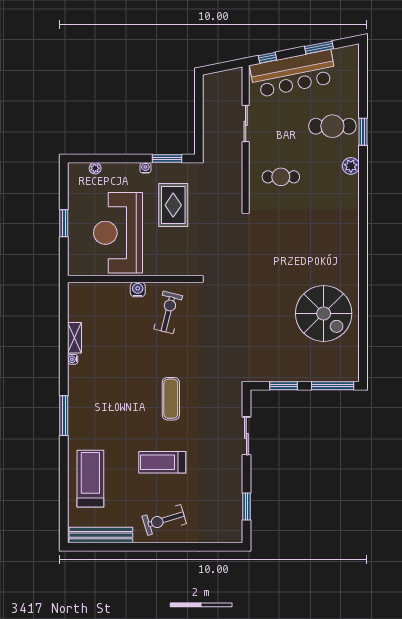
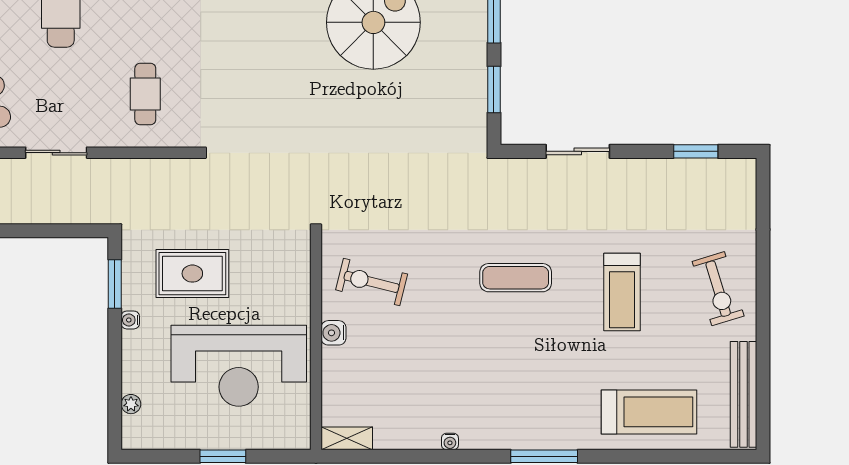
shelving: (75, 338) -> (347, 438), moved
treadmill: (90, 479) -> (649, 412), turned 180

